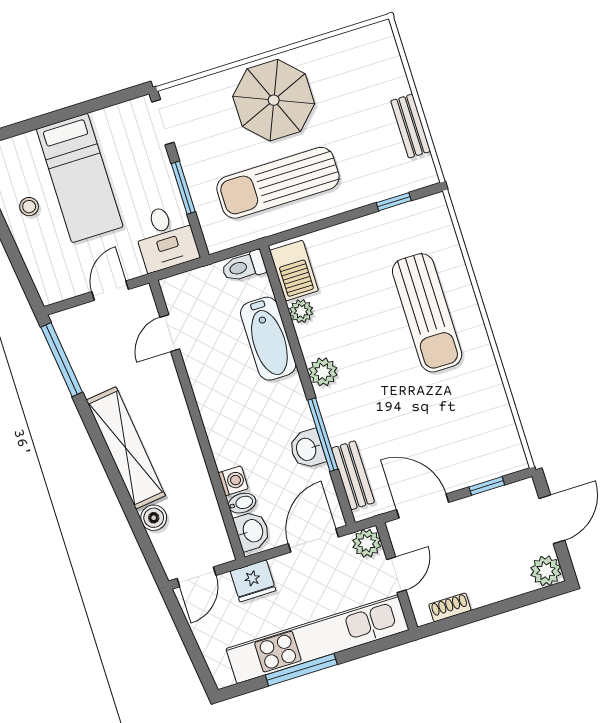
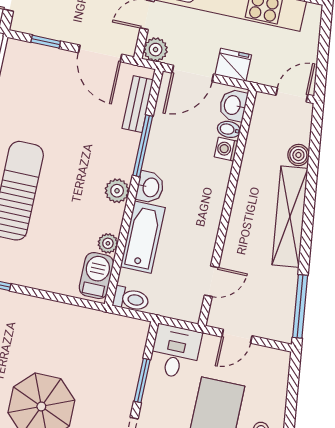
sun lounger: (278, 183) -> (72, 345), removed
washbasin: (307, 449) -> (150, 187), moved
fridge: (253, 581) -> (233, 65), moved

